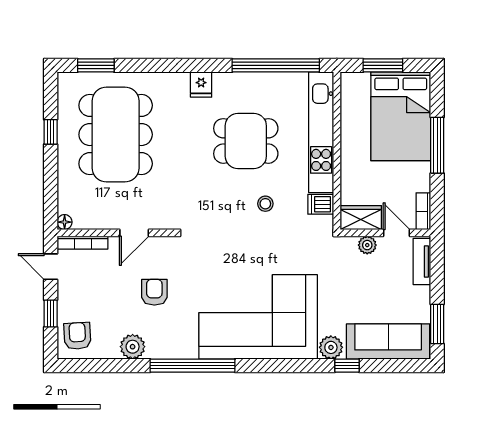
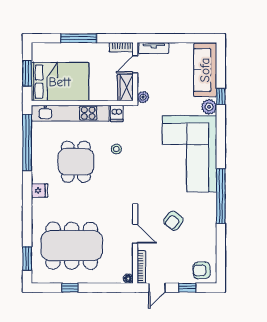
bed: (401, 116) -> (60, 82), moved
plant: (367, 245) -> (143, 97), moved
armchair: (154, 292) -> (173, 221), turned -53
window: (437, 324) -> (194, 38), removed
plant: (133, 347) -> (209, 235), removed

